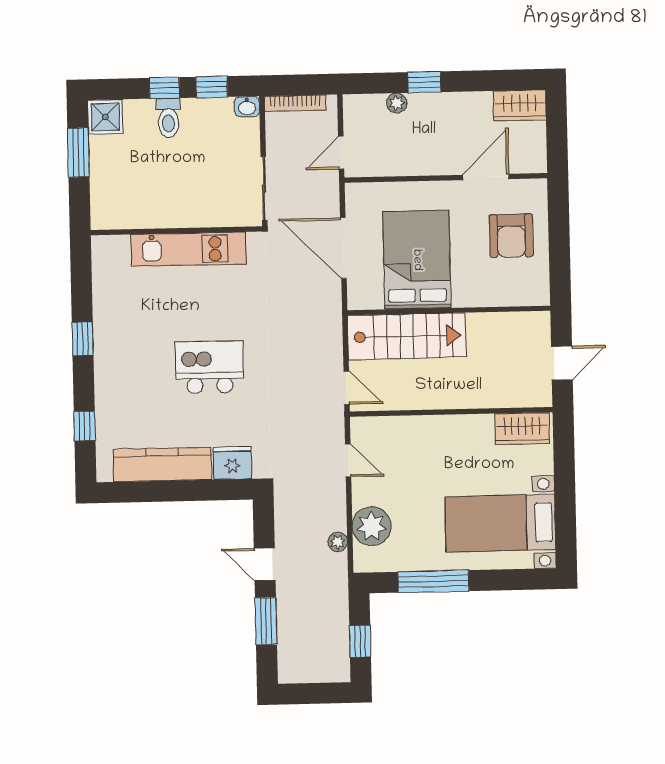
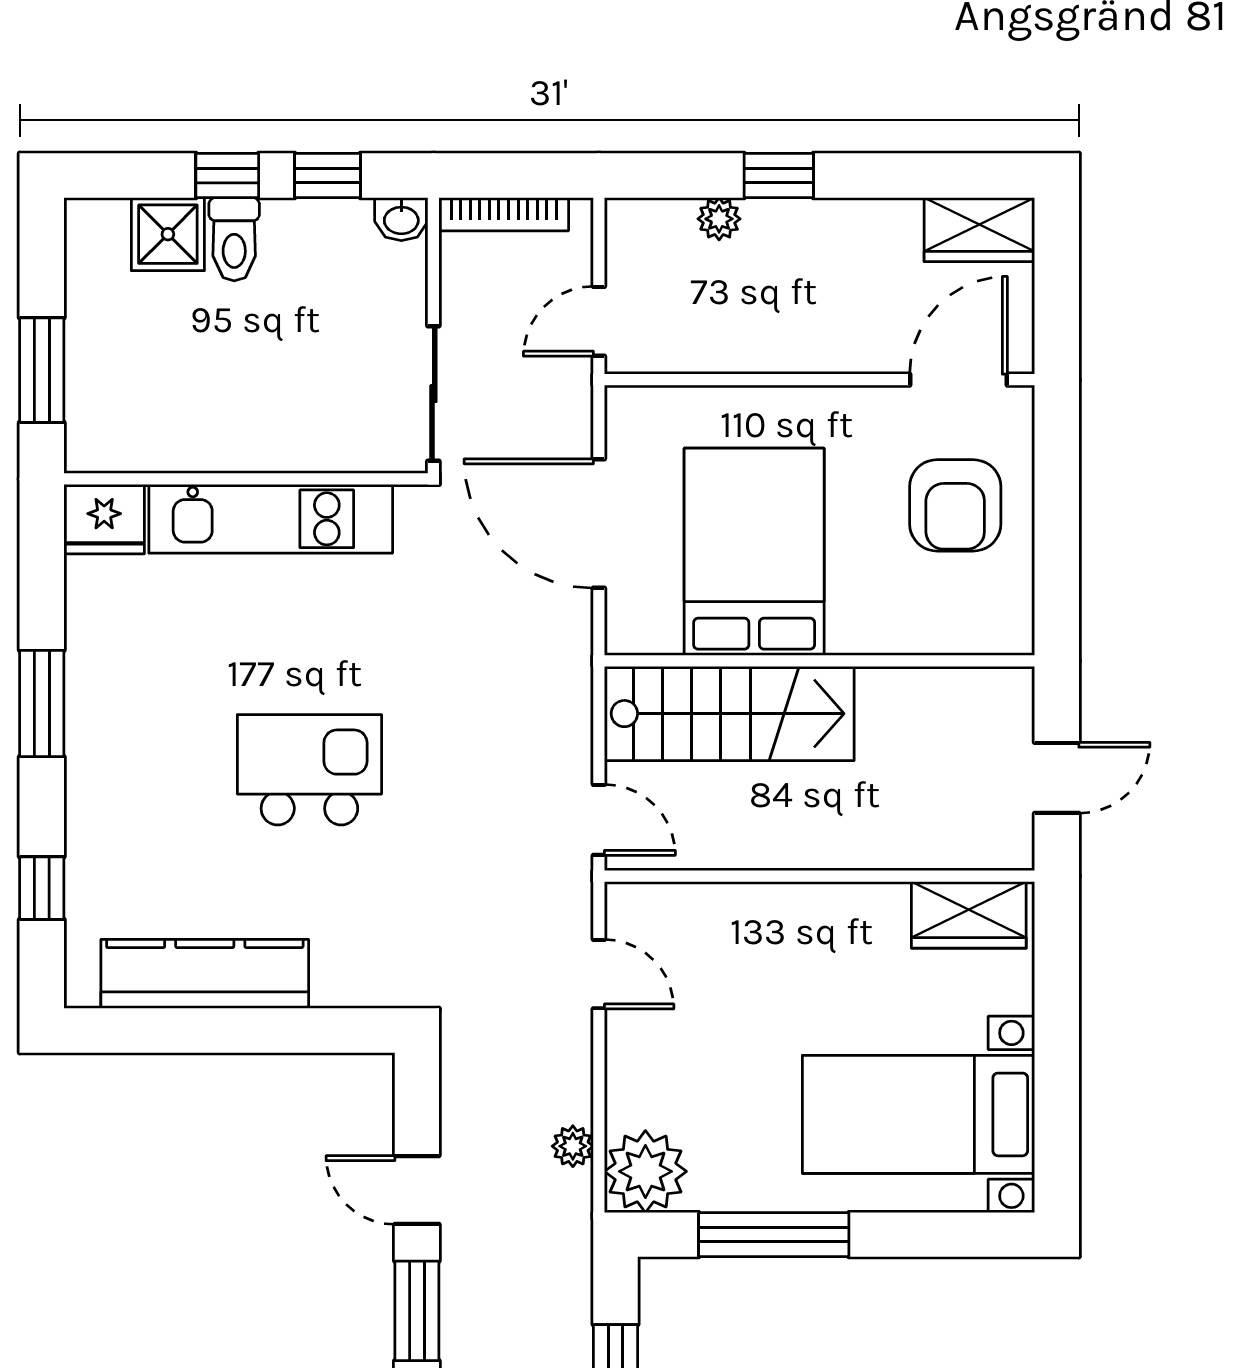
shower: (105, 117) -> (168, 234), moved
window: (78, 153) -> (42, 370), moved
door: (486, 177) -> (958, 380), moved
window: (83, 339) -> (42, 703), width x1.50
fridge: (232, 463) -> (104, 519), moved, turned 180
plant: (372, 526) -> (645, 1171), moved

